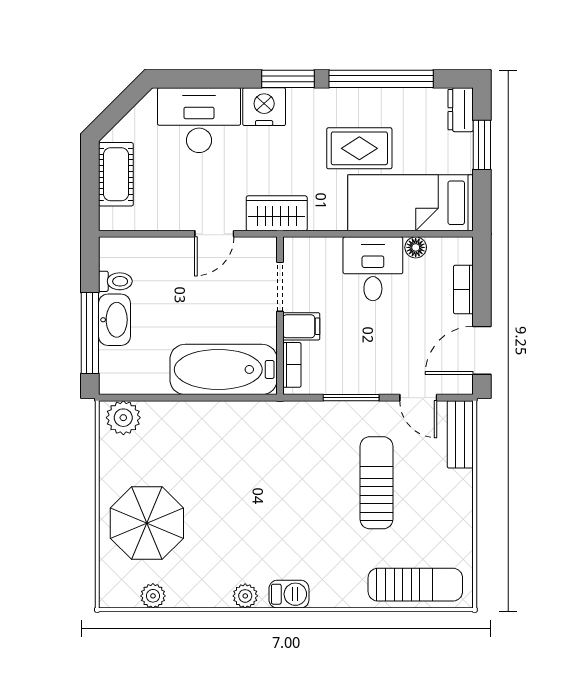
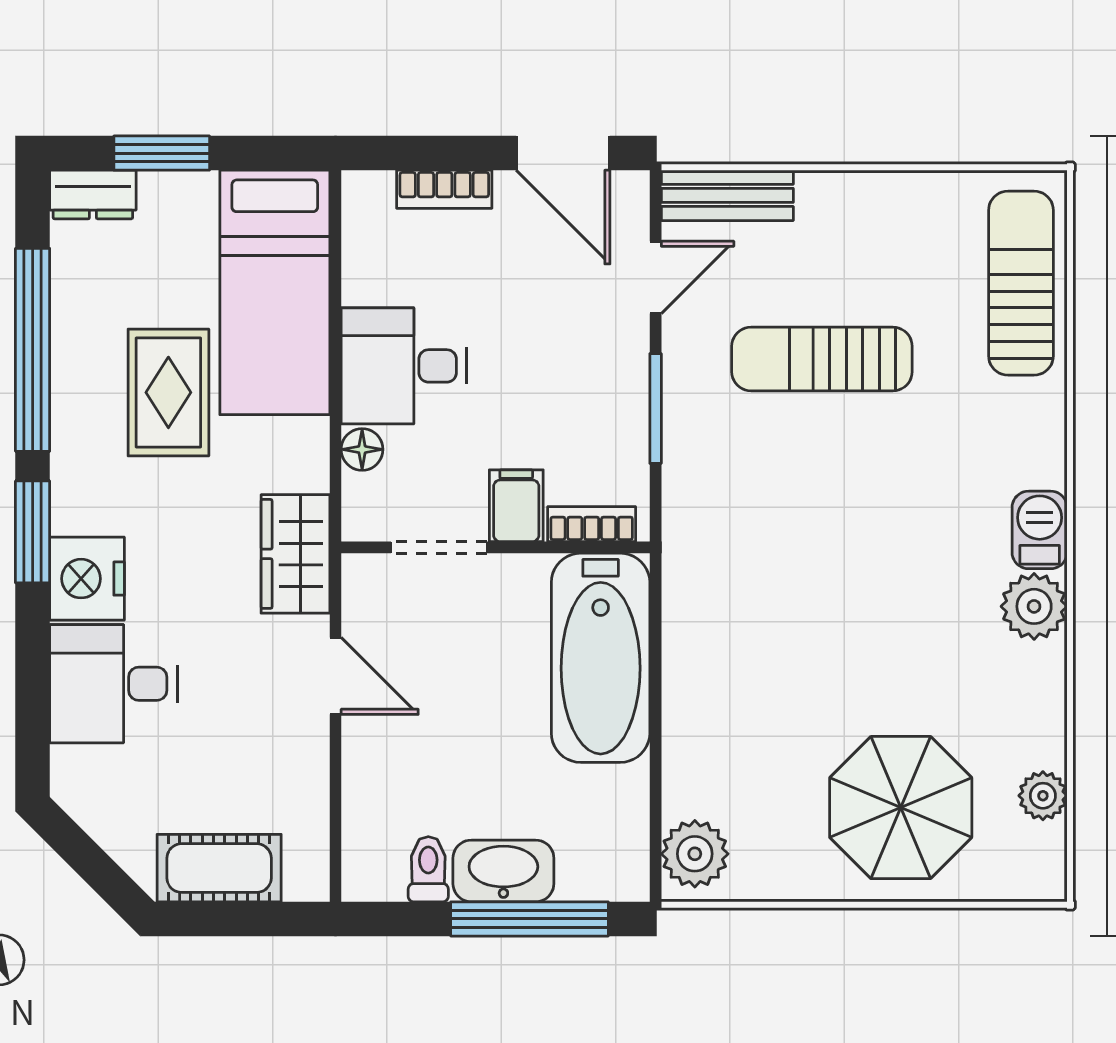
desk: (199, 120) -> (113, 684), width x0.73
floor lamp: (416, 247) -> (362, 449), moved
plant: (245, 596) -> (1034, 606), width x1.38, depth x1.38

